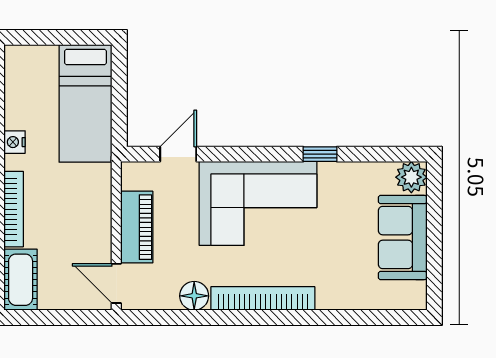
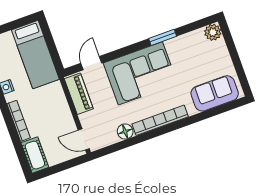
window: (320, 154) -> (163, 37), width x1.50
piano: (137, 227) -> (79, 94), moved
sofa: (403, 237) -> (215, 93), moved, turned 90

